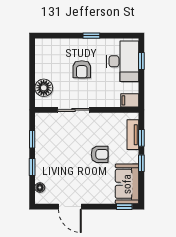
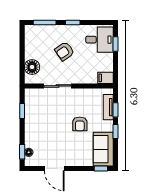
window: (58, 36) -> (45, 22), added
desk: (123, 61) -> (99, 40), width x0.73
armchair: (82, 69) -> (65, 51), turned 55
armchair: (100, 154) -> (80, 124), turned 90
window: (32, 167) -> (22, 152), moved

